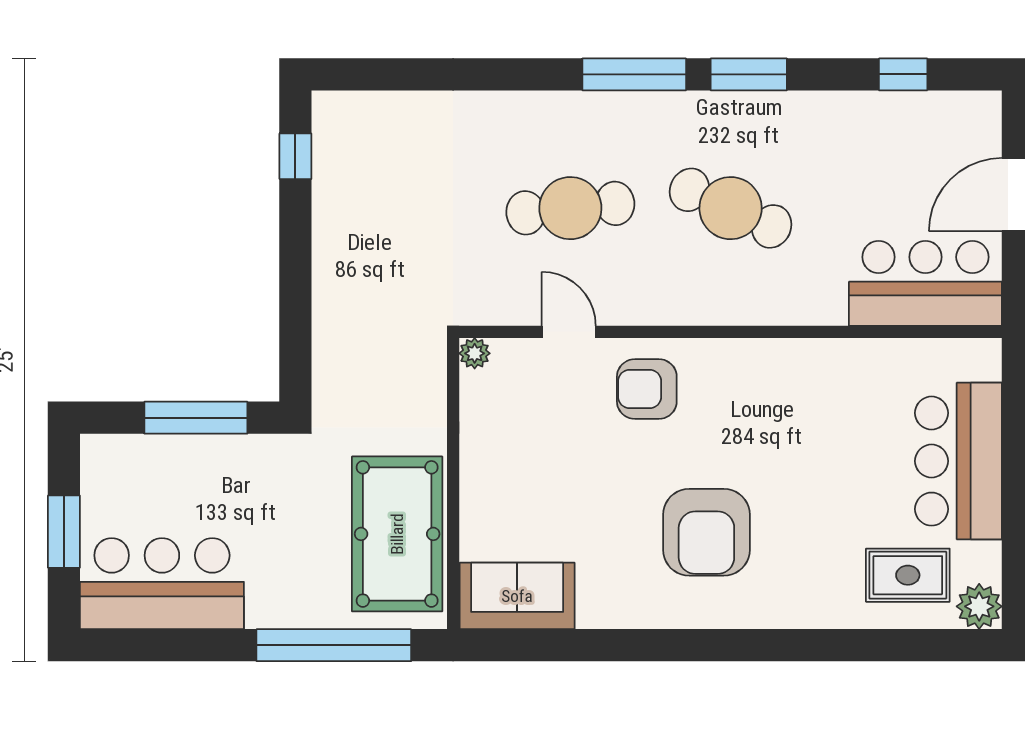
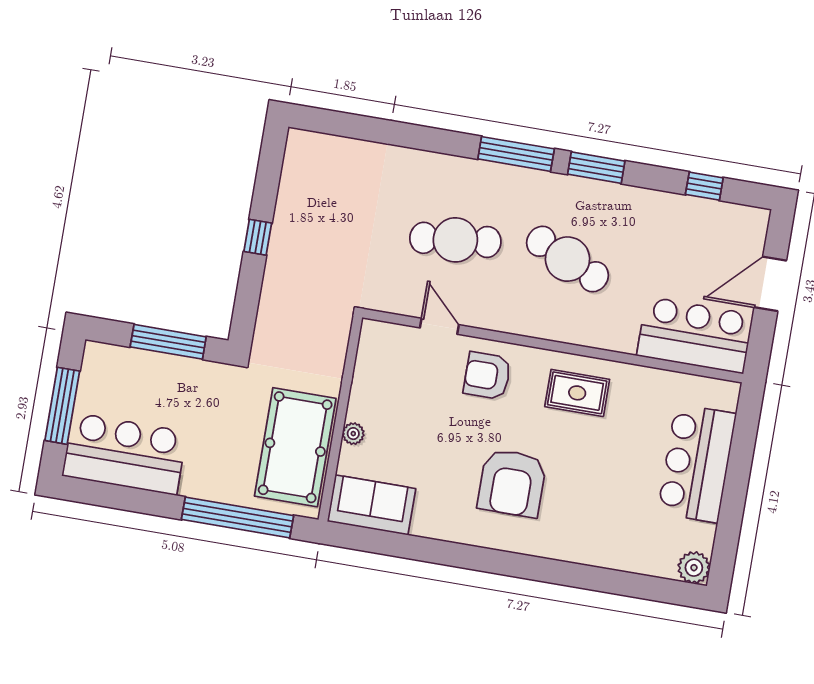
window: (295, 156) -> (258, 237), moved
plant: (475, 353) -> (353, 434), moved
window: (64, 532) -> (62, 406), width x1.44
rug: (908, 575) -> (577, 393), moved

